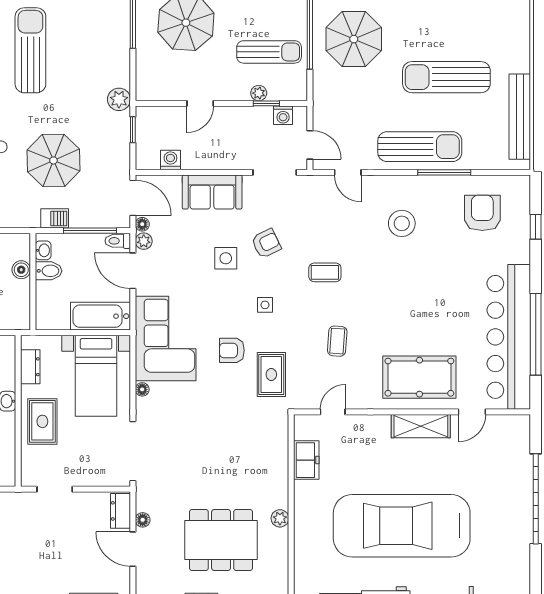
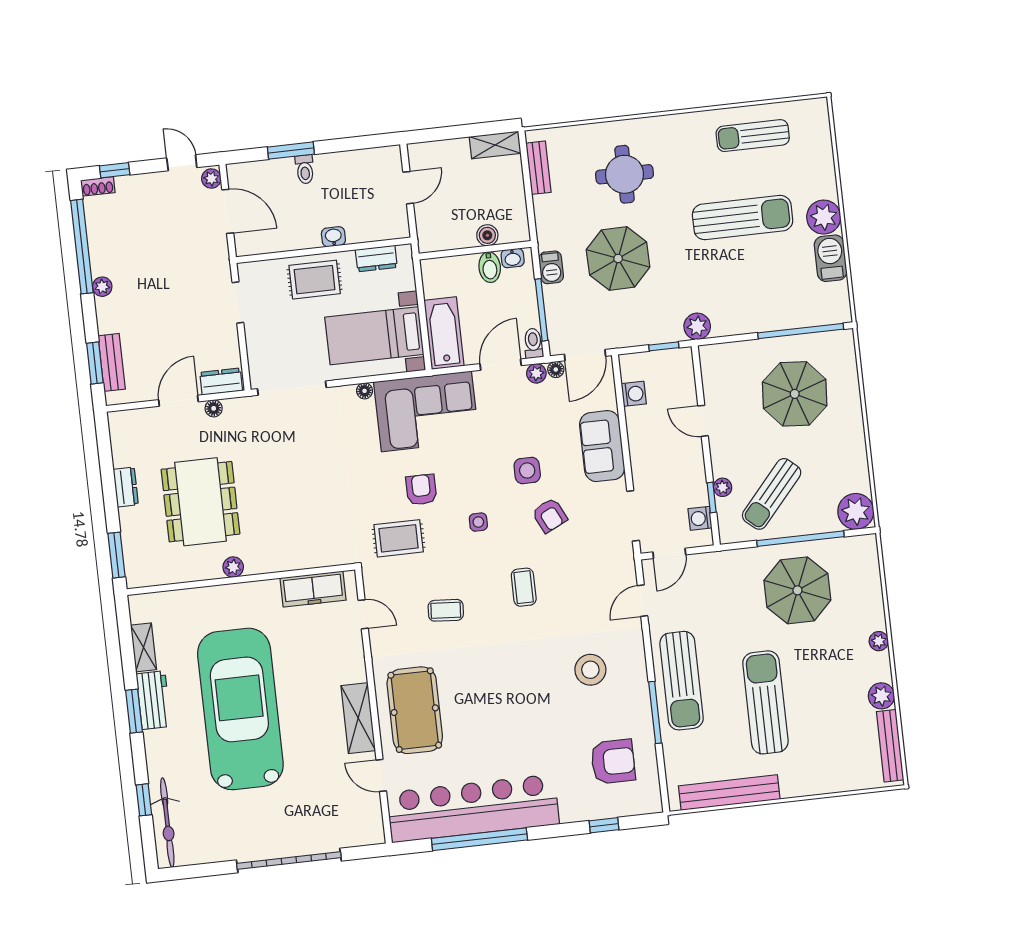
sun lounger: (269, 52) -> (772, 494), turned 41
freezer: (306, 460) -> (313, 589), width x1.40

